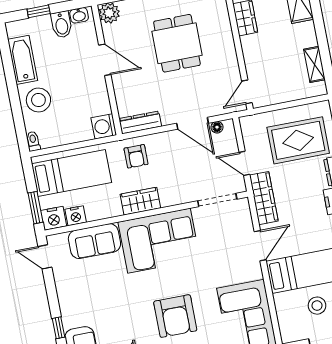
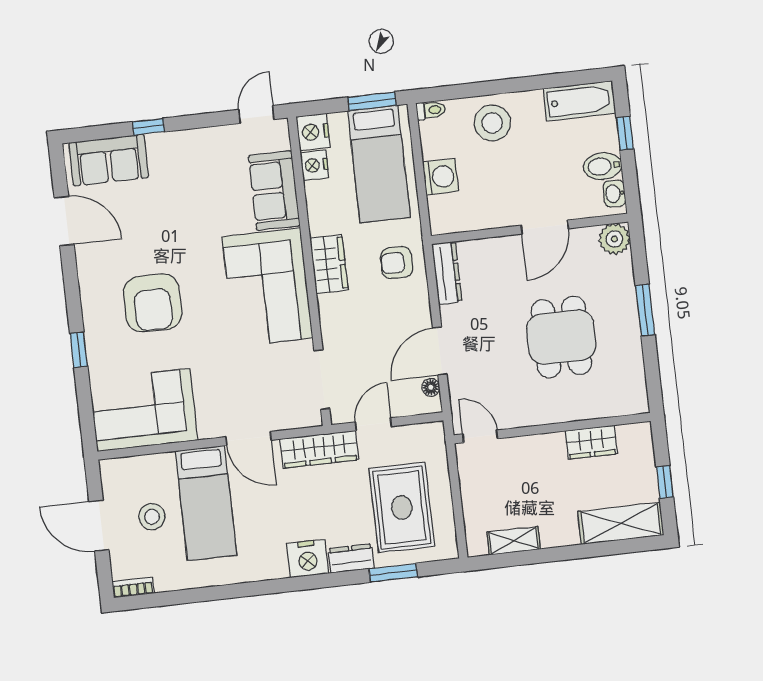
dining table: (177, 43) -> (561, 337), turned 90
bathtub: (23, 60) -> (579, 101), moved
washing machine: (104, 126) -> (440, 177), moved, turned 90
window: (35, 208) -> (372, 101), moved
armchair: (175, 316) -> (153, 303), turned -90

